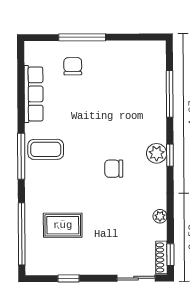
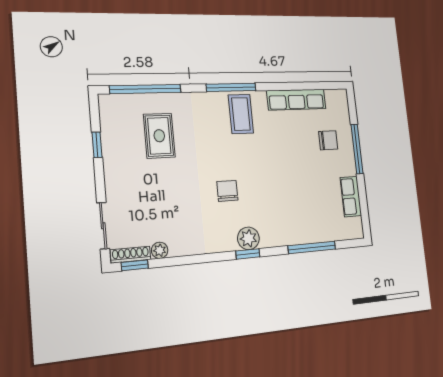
row of seats: (126, 49) -> (351, 197), added
plant: (160, 216) -> (160, 250), moved

